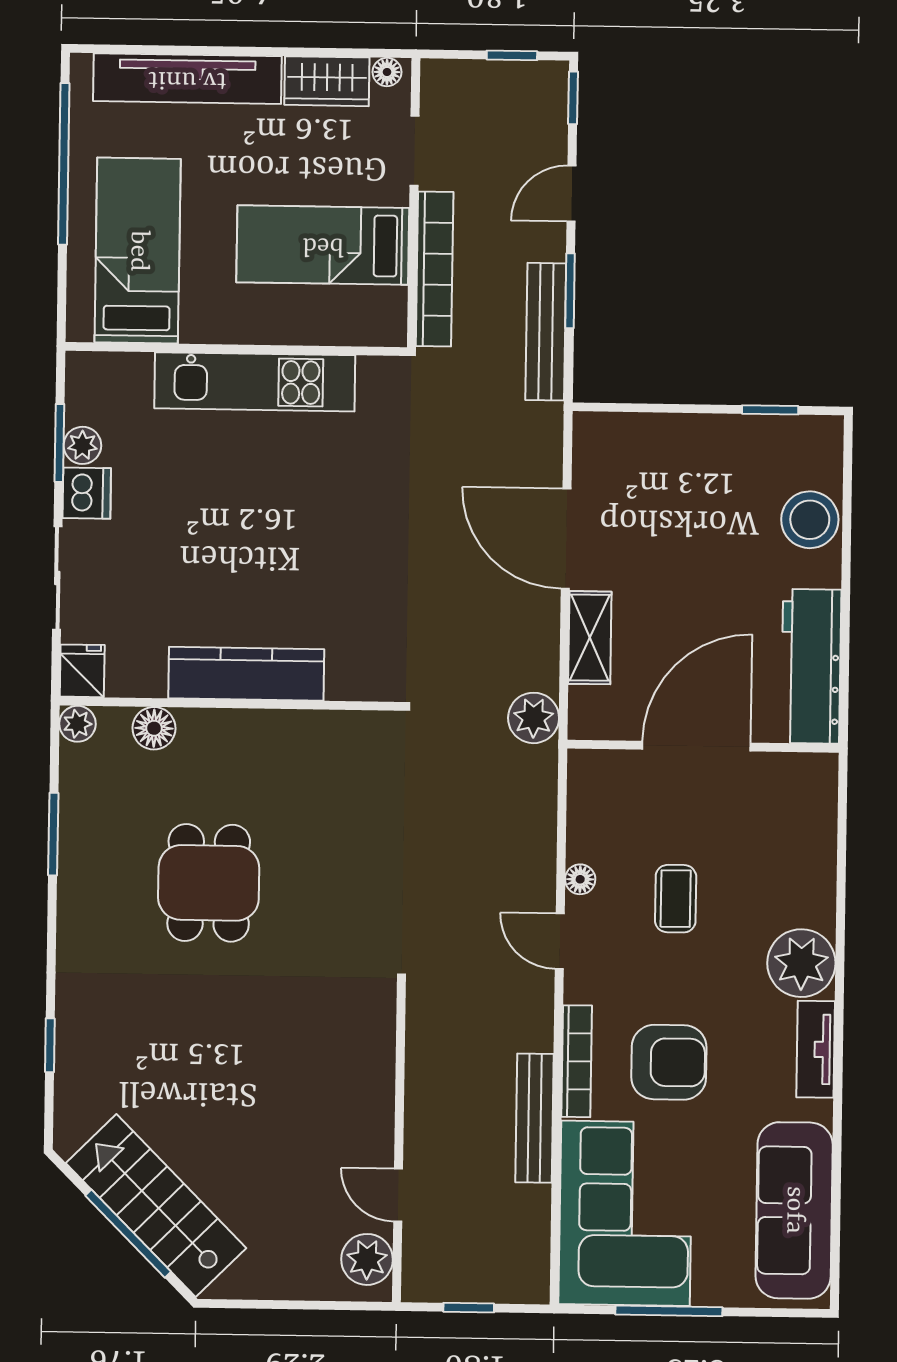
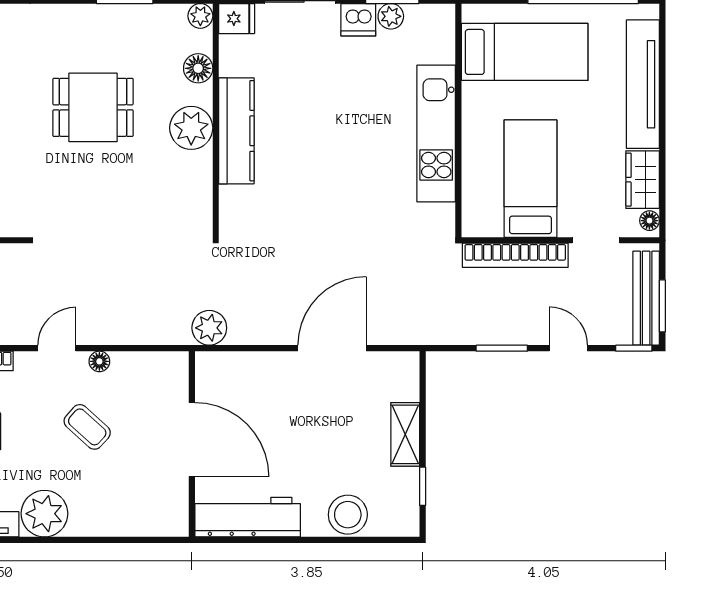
window: (512, 55) -> (662, 306), width x1.50
bench: (546, 332) -> (646, 298), moved, turned 90
shelving: (590, 638) -> (405, 434), moved, turned 90
plant: (241, 740) -> (191, 128), added
coffee table: (676, 899) -> (87, 427), turned 42

